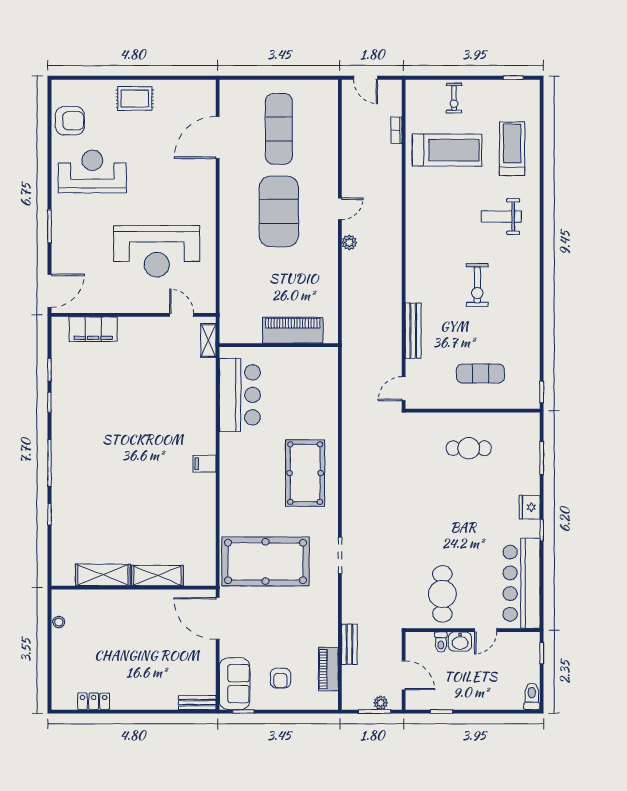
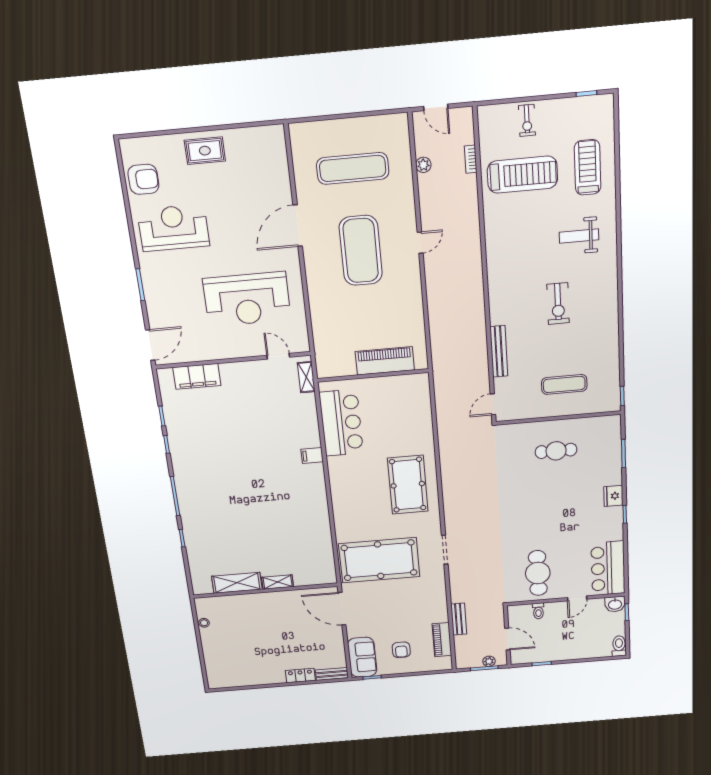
exercise mat: (279, 129) -> (353, 168), turned 90
door: (218, 138) -> (298, 226), moved
plant: (349, 242) -> (423, 165), moved
filing cabinet: (205, 464) -> (312, 455), moved
shelving: (157, 576) -> (278, 582), width x0.67, depth x0.75
bar counter: (522, 583) -> (608, 568), width x0.73
washbasin: (460, 642) -> (615, 604), moved
locker: (94, 701) -> (300, 676), moved

